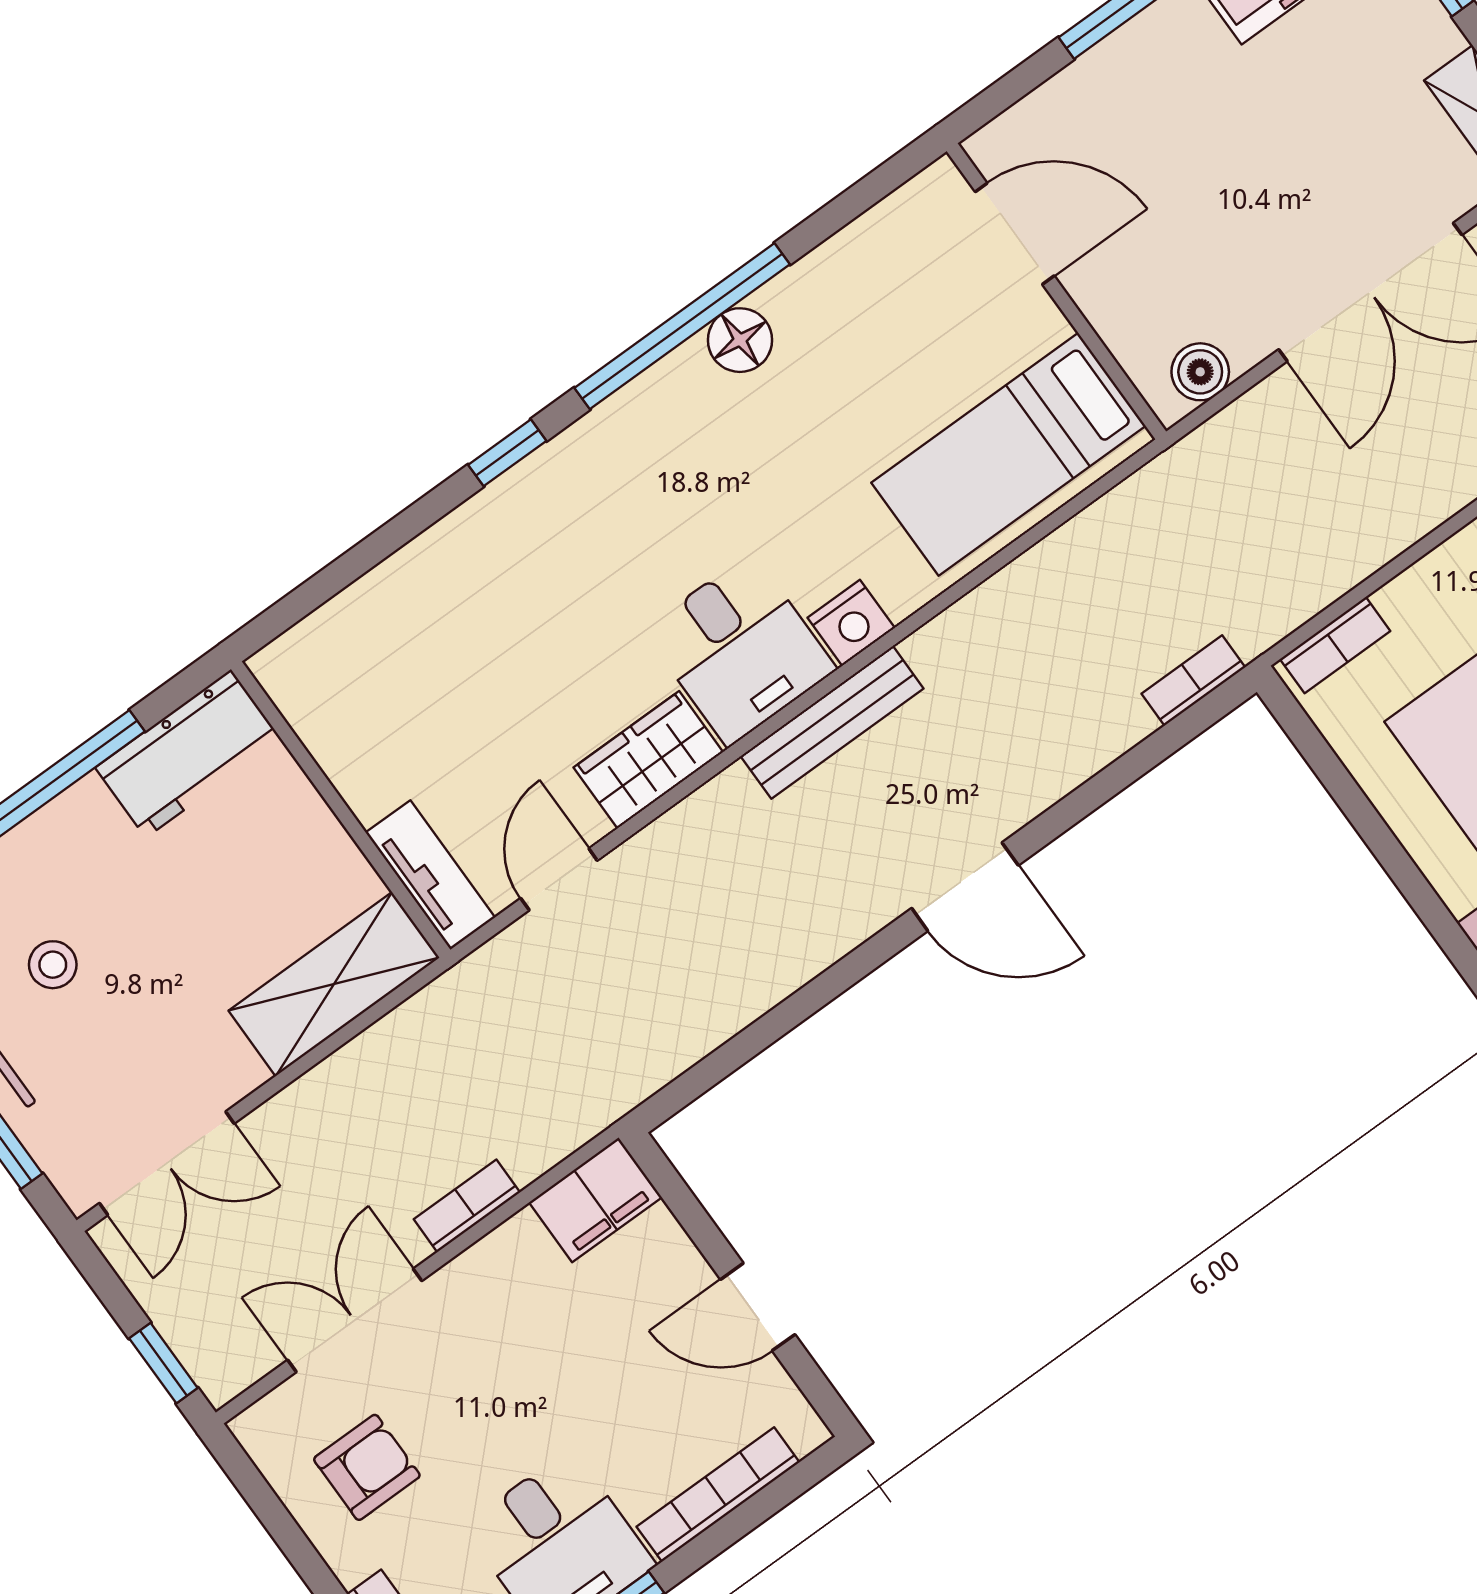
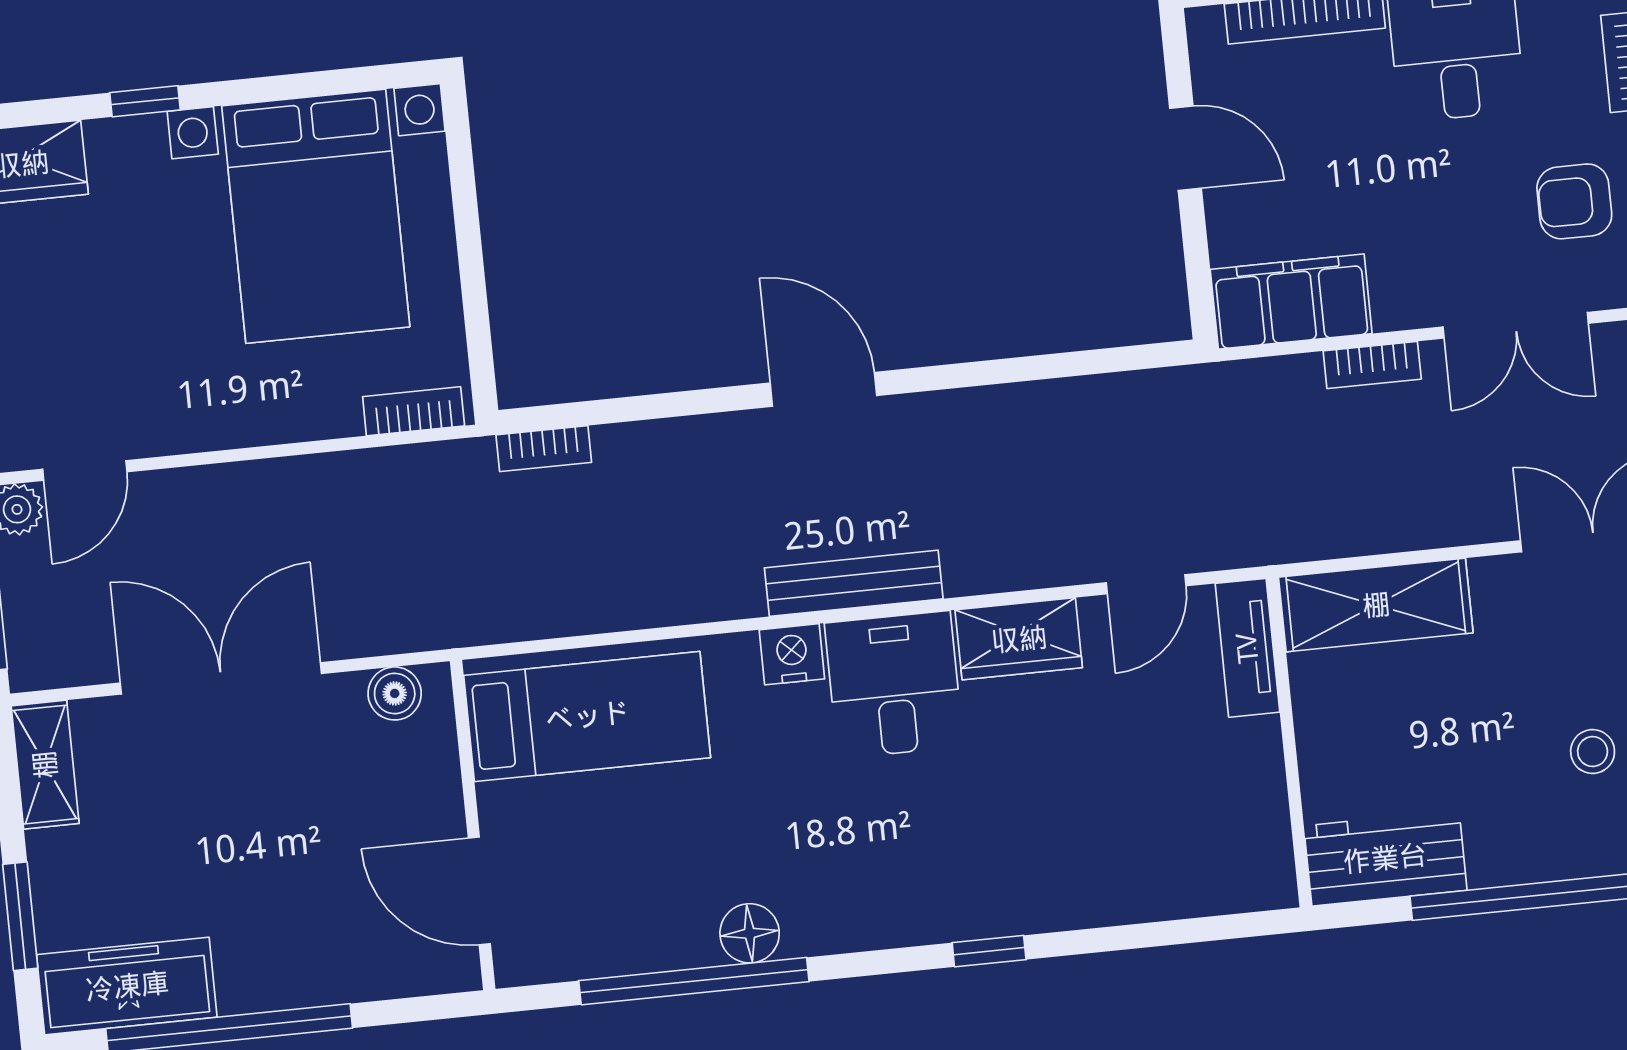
window: (682, 326) -> (694, 981), moved
filing cabinet: (595, 1200) -> (1291, 302), width x1.50, depth x1.17

